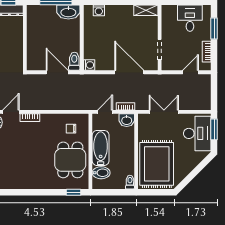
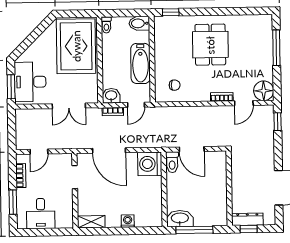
washing machine: (99, 10) -> (128, 221), moved
washing machine: (89, 65) -> (150, 164), width x1.89, depth x1.89
dining table: (70, 160) -> (210, 45), moved
bidet: (101, 173) -> (139, 23), moved

